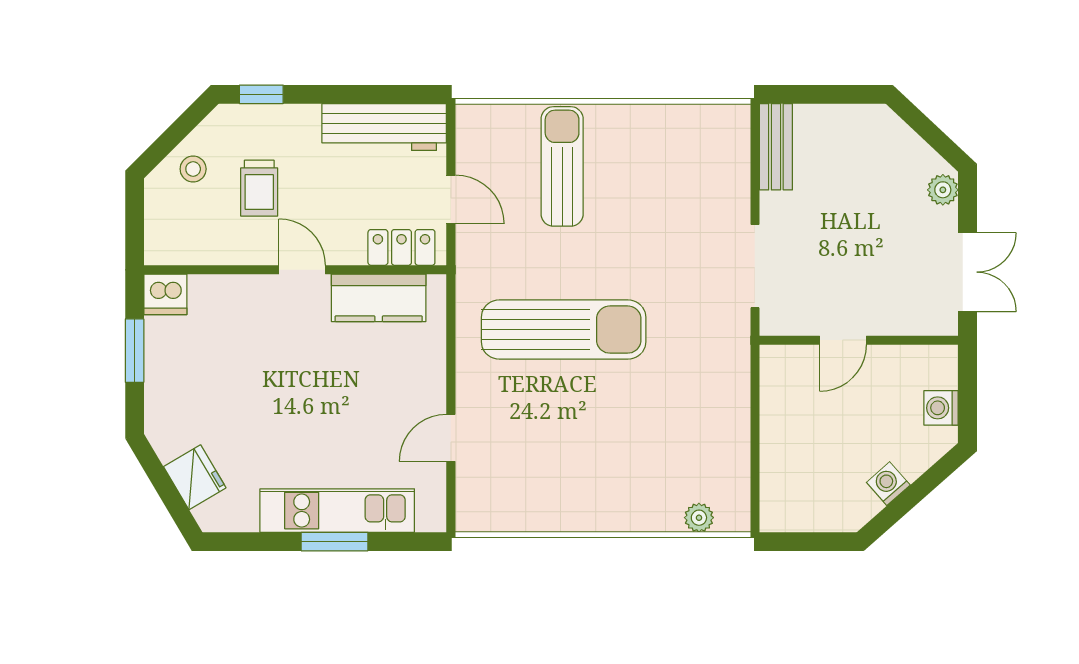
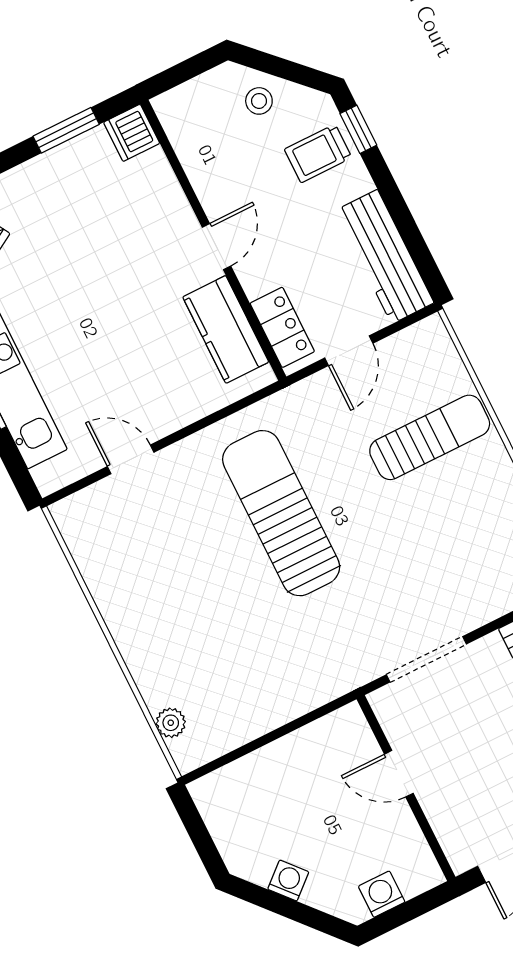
trolley: (259, 188) -> (318, 153), moved
sun lounger: (564, 330) -> (281, 513), turned 180

